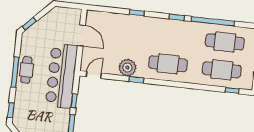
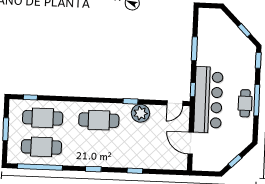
window: (213, 21) -> (40, 167), moved
window: (29, 24) -> (235, 161), moved
window: (74, 101) -> (193, 90), moved

